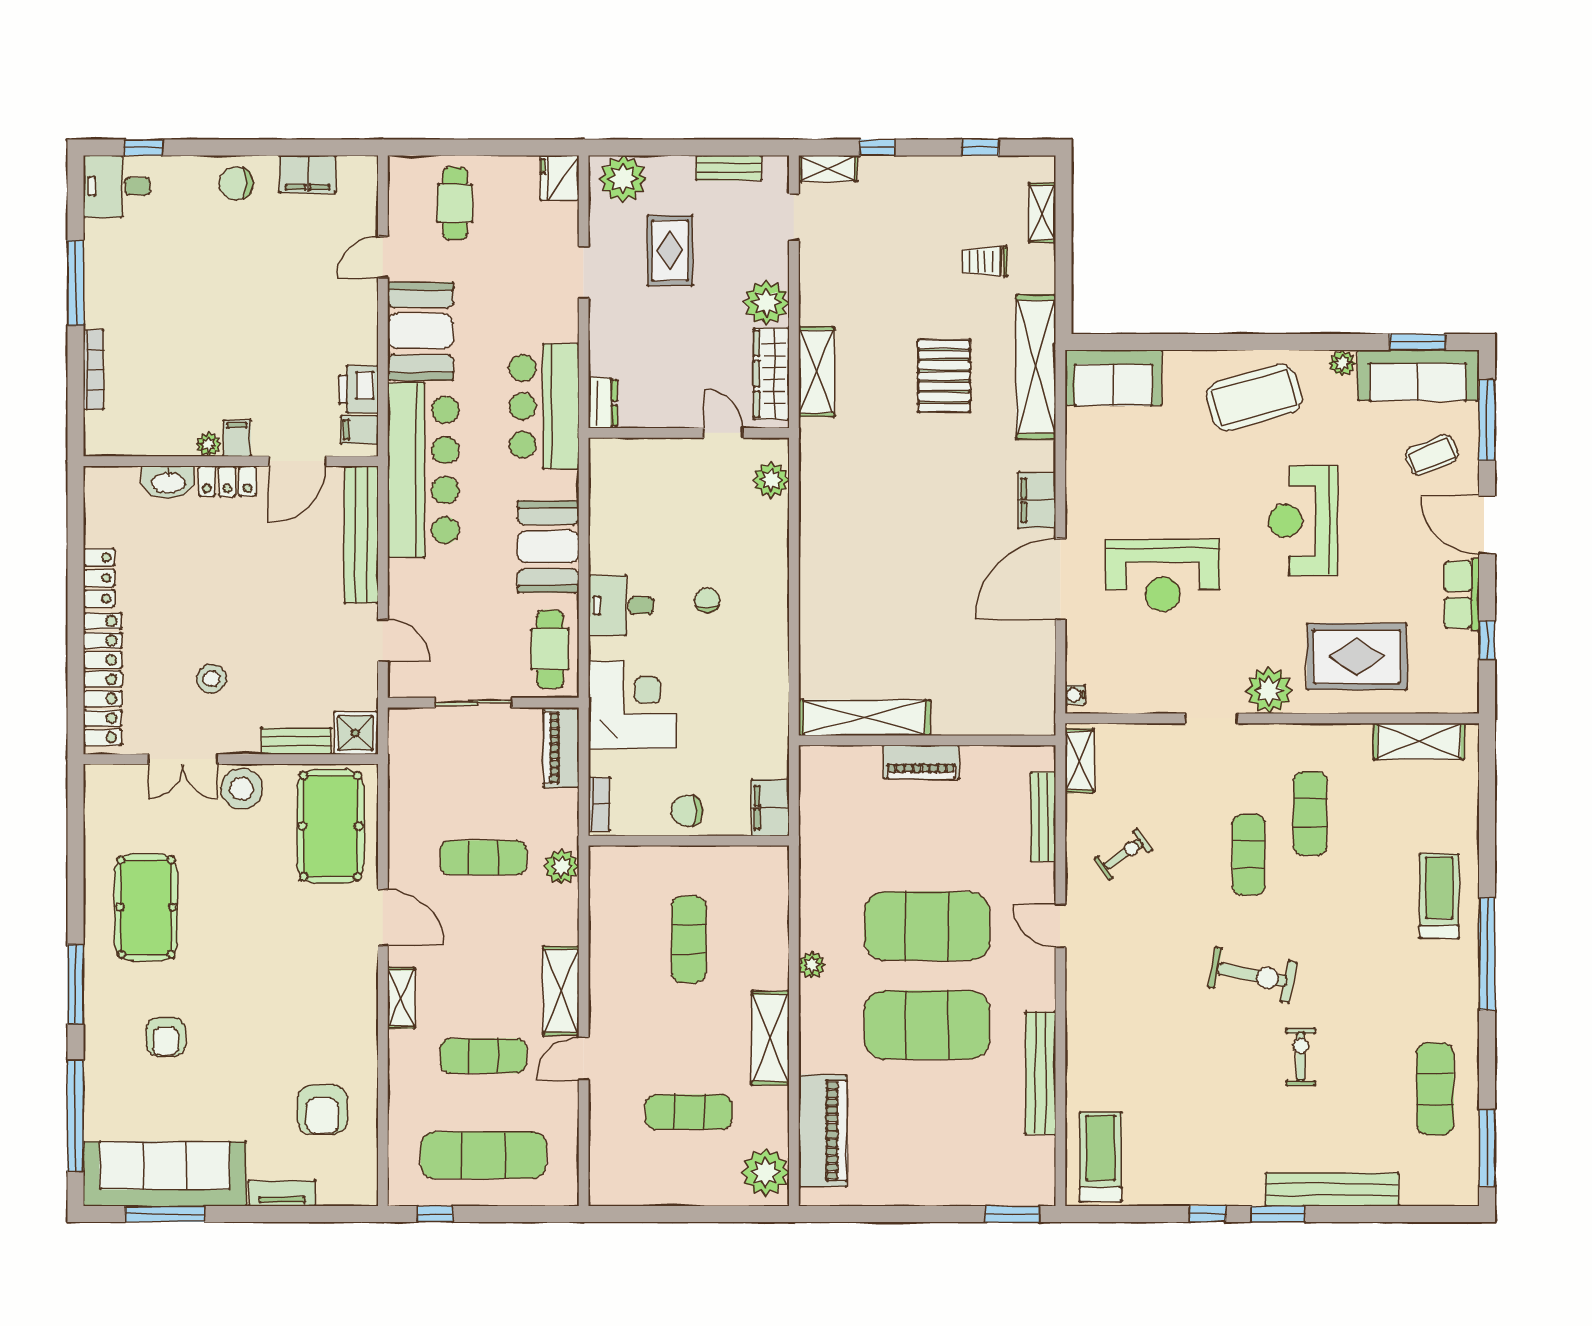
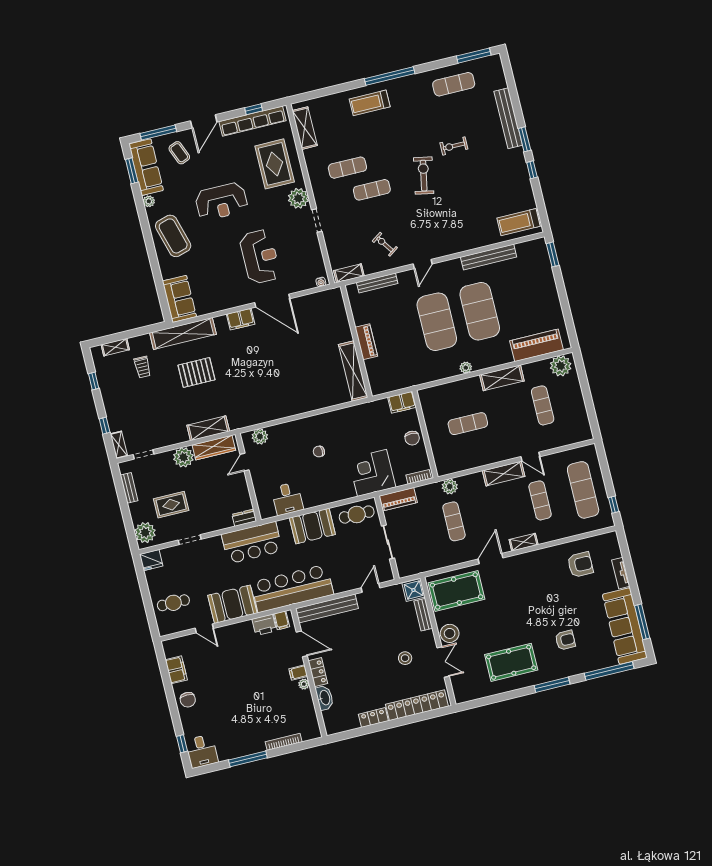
row of seats: (1462, 595) -> (253, 121), width x2.02
desk: (621, 605) -> (287, 499), moved

